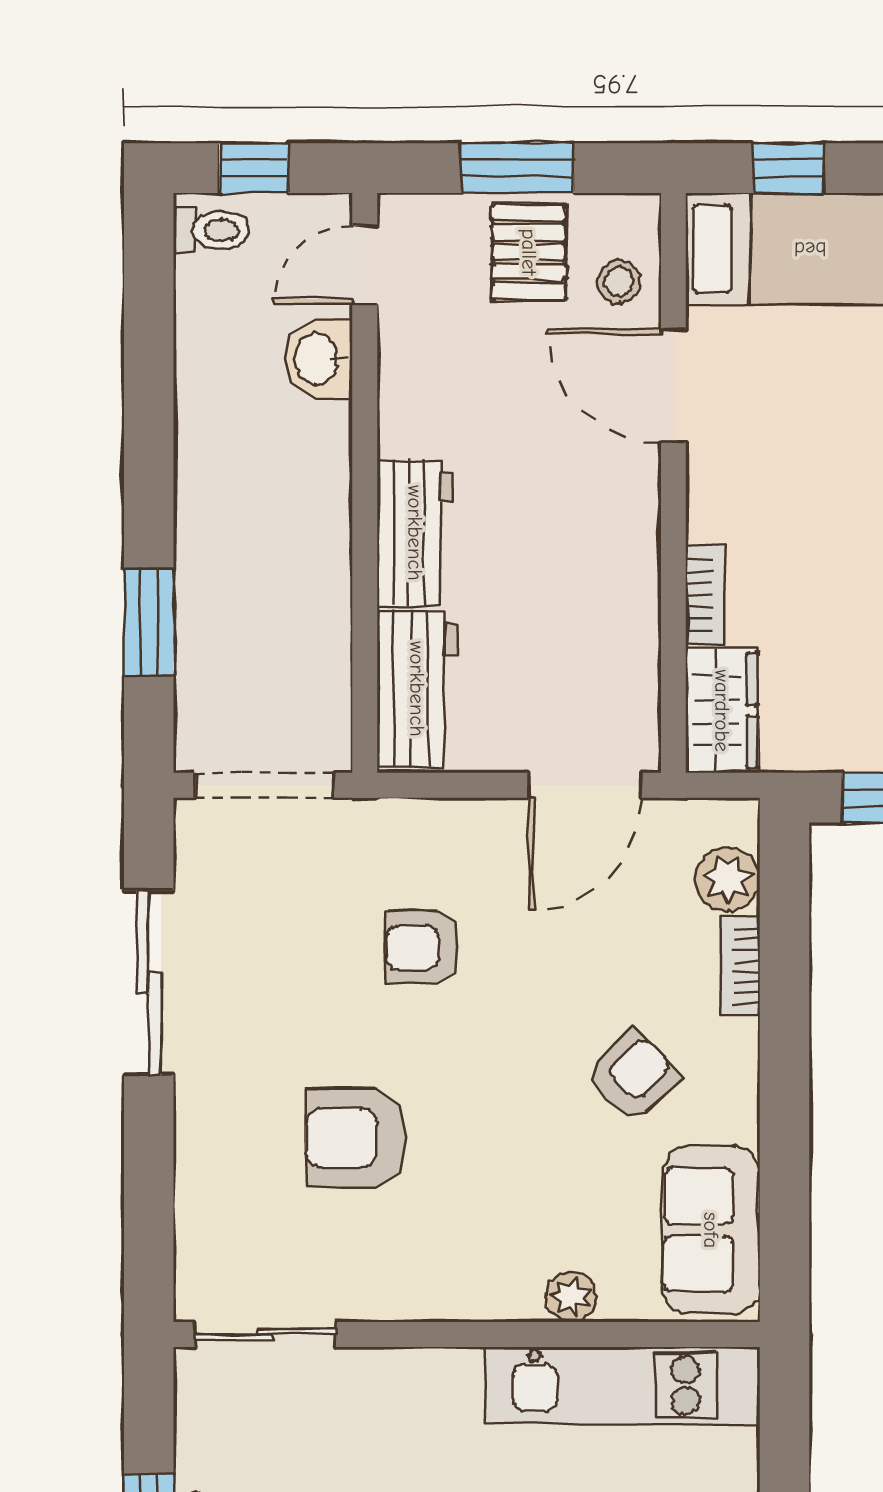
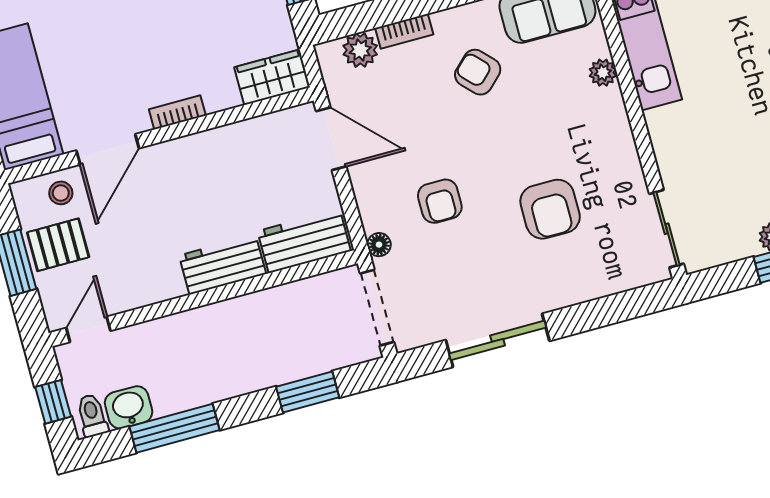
door: (365, 265) -> (88, 329), swing flipped
washbasin: (318, 359) -> (129, 407), moved, turned 180
window: (149, 370) -> (175, 428), added
bookcase: (705, 595) -> (177, 112), moved
floor lamp: (375, 819) -> (379, 245), added

